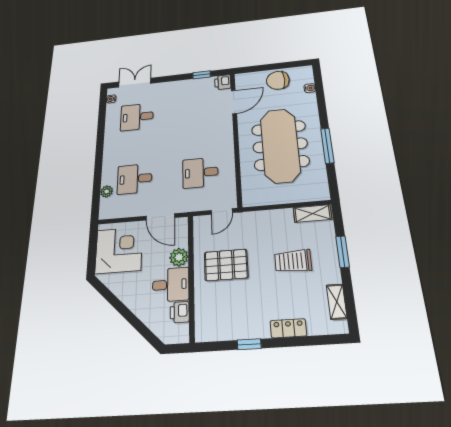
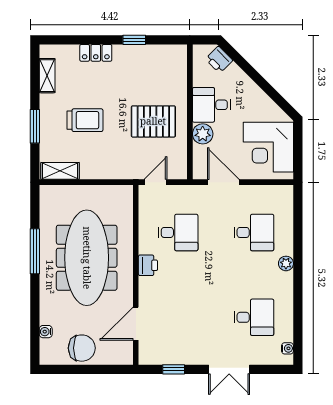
printer: (223, 82) -> (148, 265), moved
double door: (135, 83) -> (229, 369), moved
plant: (107, 191) -> (286, 263), moved
printer: (180, 312) -> (219, 60), moved, turned 135

